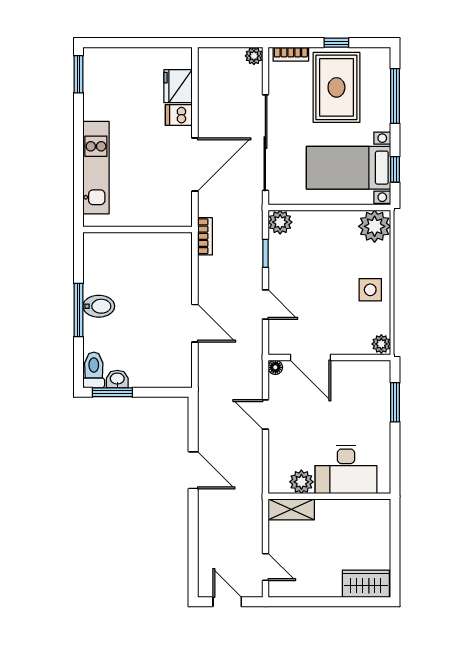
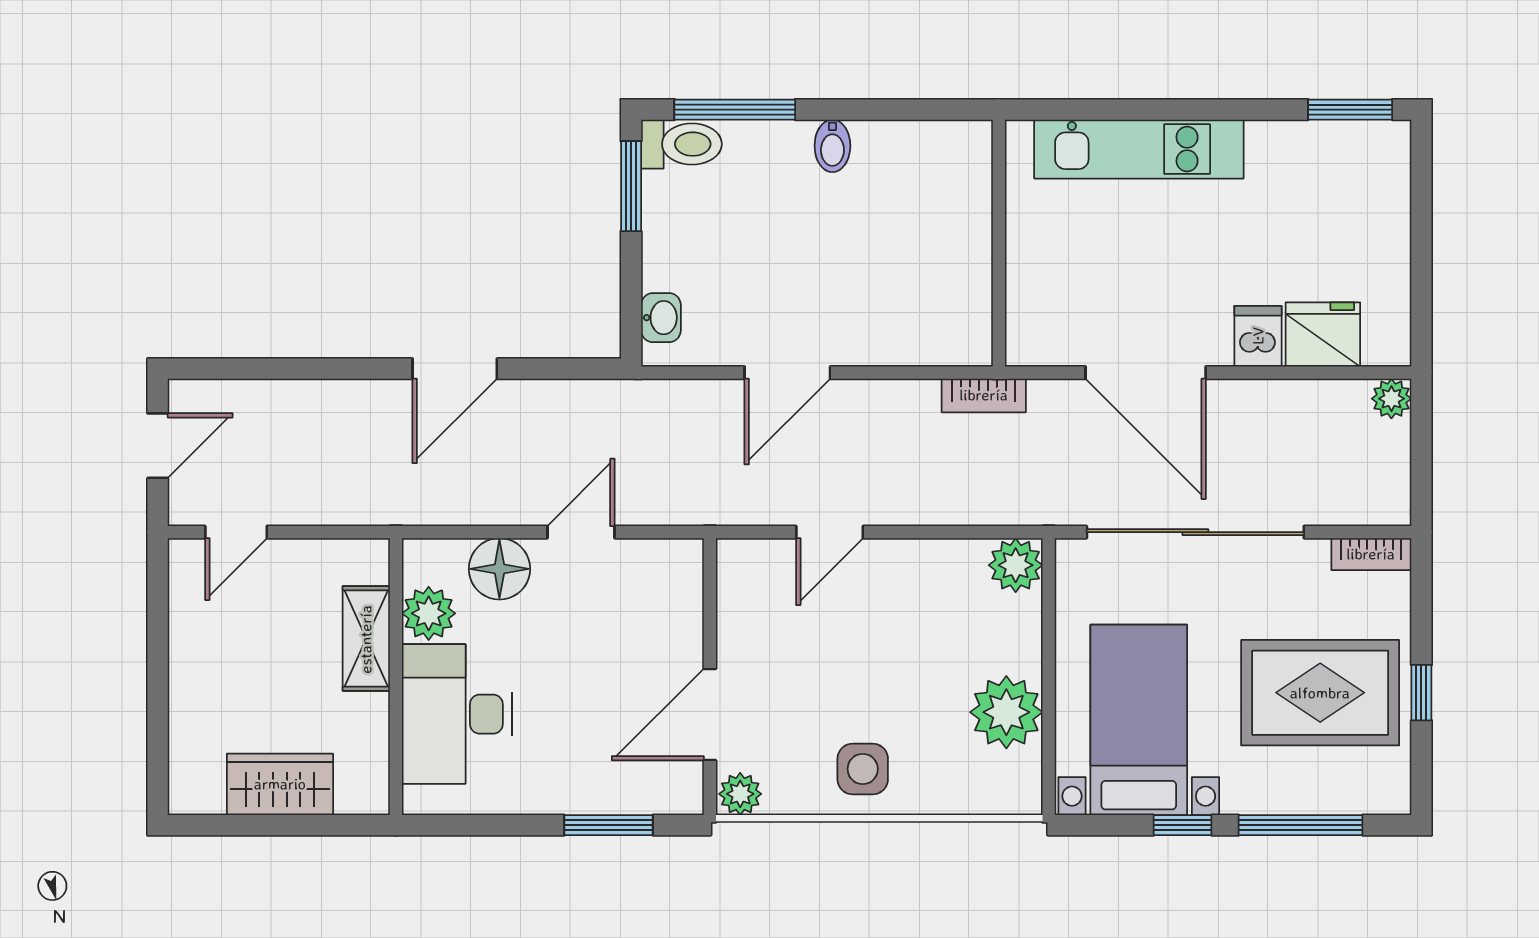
bookcase: (291, 54) -> (1371, 554), moved, turned -90
plant: (254, 56) -> (1391, 399), moved
window: (395, 169) -> (1183, 825), moved
plant: (375, 226) -> (1006, 712), moved
window: (265, 253) -> (945, 532), removed
bidet: (99, 306) -> (832, 146), width x0.72, depth x0.74
window: (78, 310) -> (735, 110), moved
door: (311, 357) -> (710, 715), moved
floor lamp: (275, 367) -> (499, 569), moved, width x1.89, depth x1.89
washbasin: (117, 379) -> (661, 318), moved
shelving: (291, 509) -> (366, 639), moved
wardrobe: (366, 584) -> (280, 784), moved, turned -90

